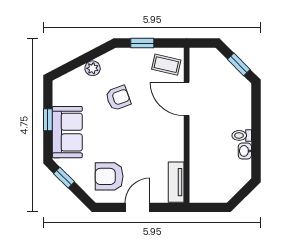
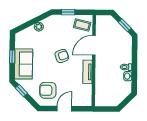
armchair: (118, 98) -> (62, 56), moved
door: (187, 99) -> (94, 45), hinge flipped
tv unit: (176, 182) -> (87, 72), moved

